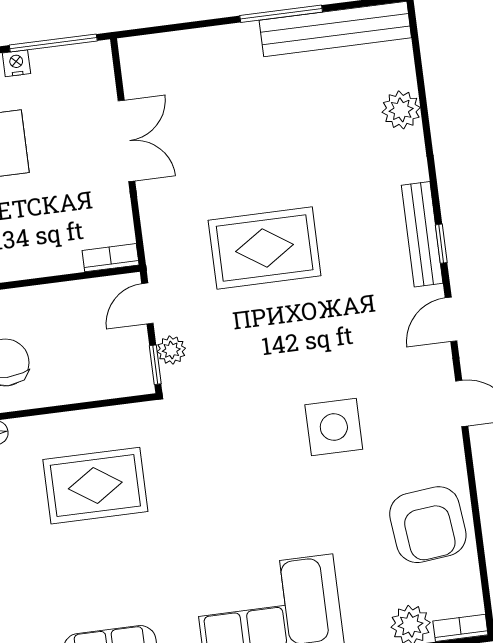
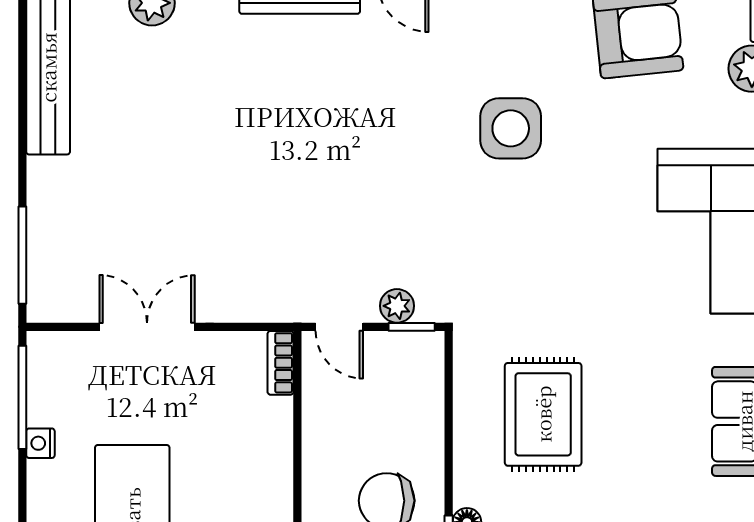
window: (281, 14) -> (22, 255), moved
rug: (265, 248) -> (292, 182), removed

